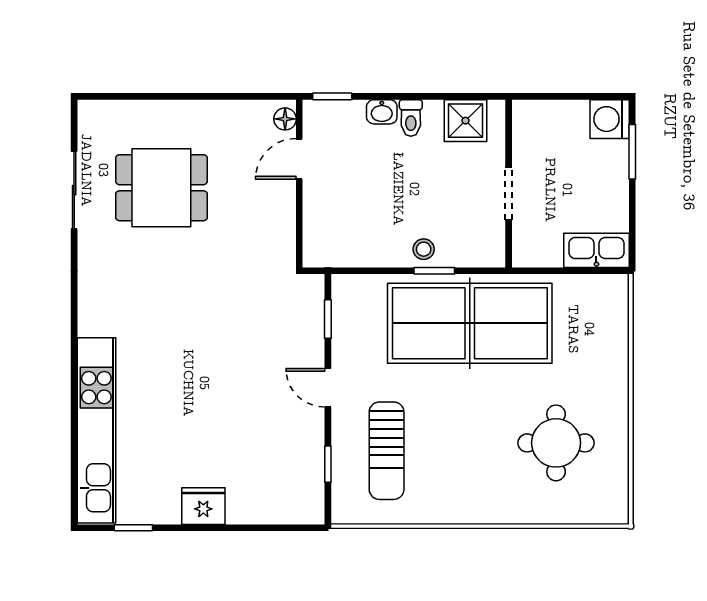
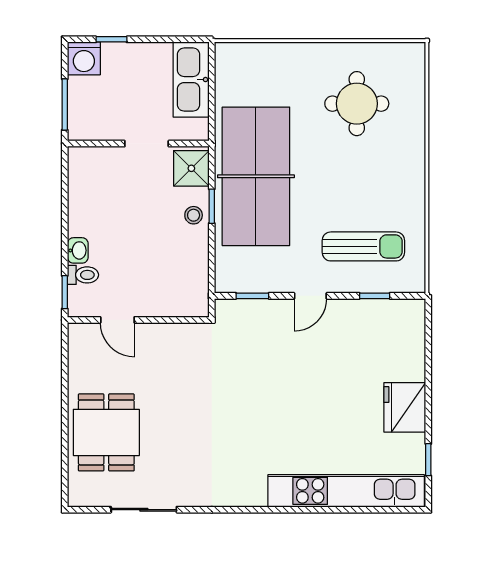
window: (555, 96) -> (65, 104), added
toilet: (411, 118) -> (83, 275), moved
floor lamp: (285, 119) -> (84, 332), removed
shower: (465, 121) -> (191, 168), moved
window: (632, 152) -> (111, 39), width x0.67
dining table: (161, 188) -> (106, 432), moved
kitchen sink: (596, 250) -> (191, 80), width x1.36, depth x1.24
fridge: (203, 506) -> (405, 407), width x1.36, depth x1.34

